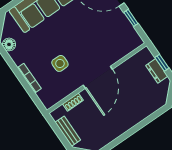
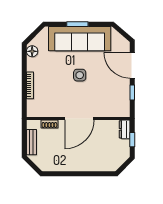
side table: (60, 63) -> (80, 75), moved
dresser: (157, 71) -> (125, 129), moved

